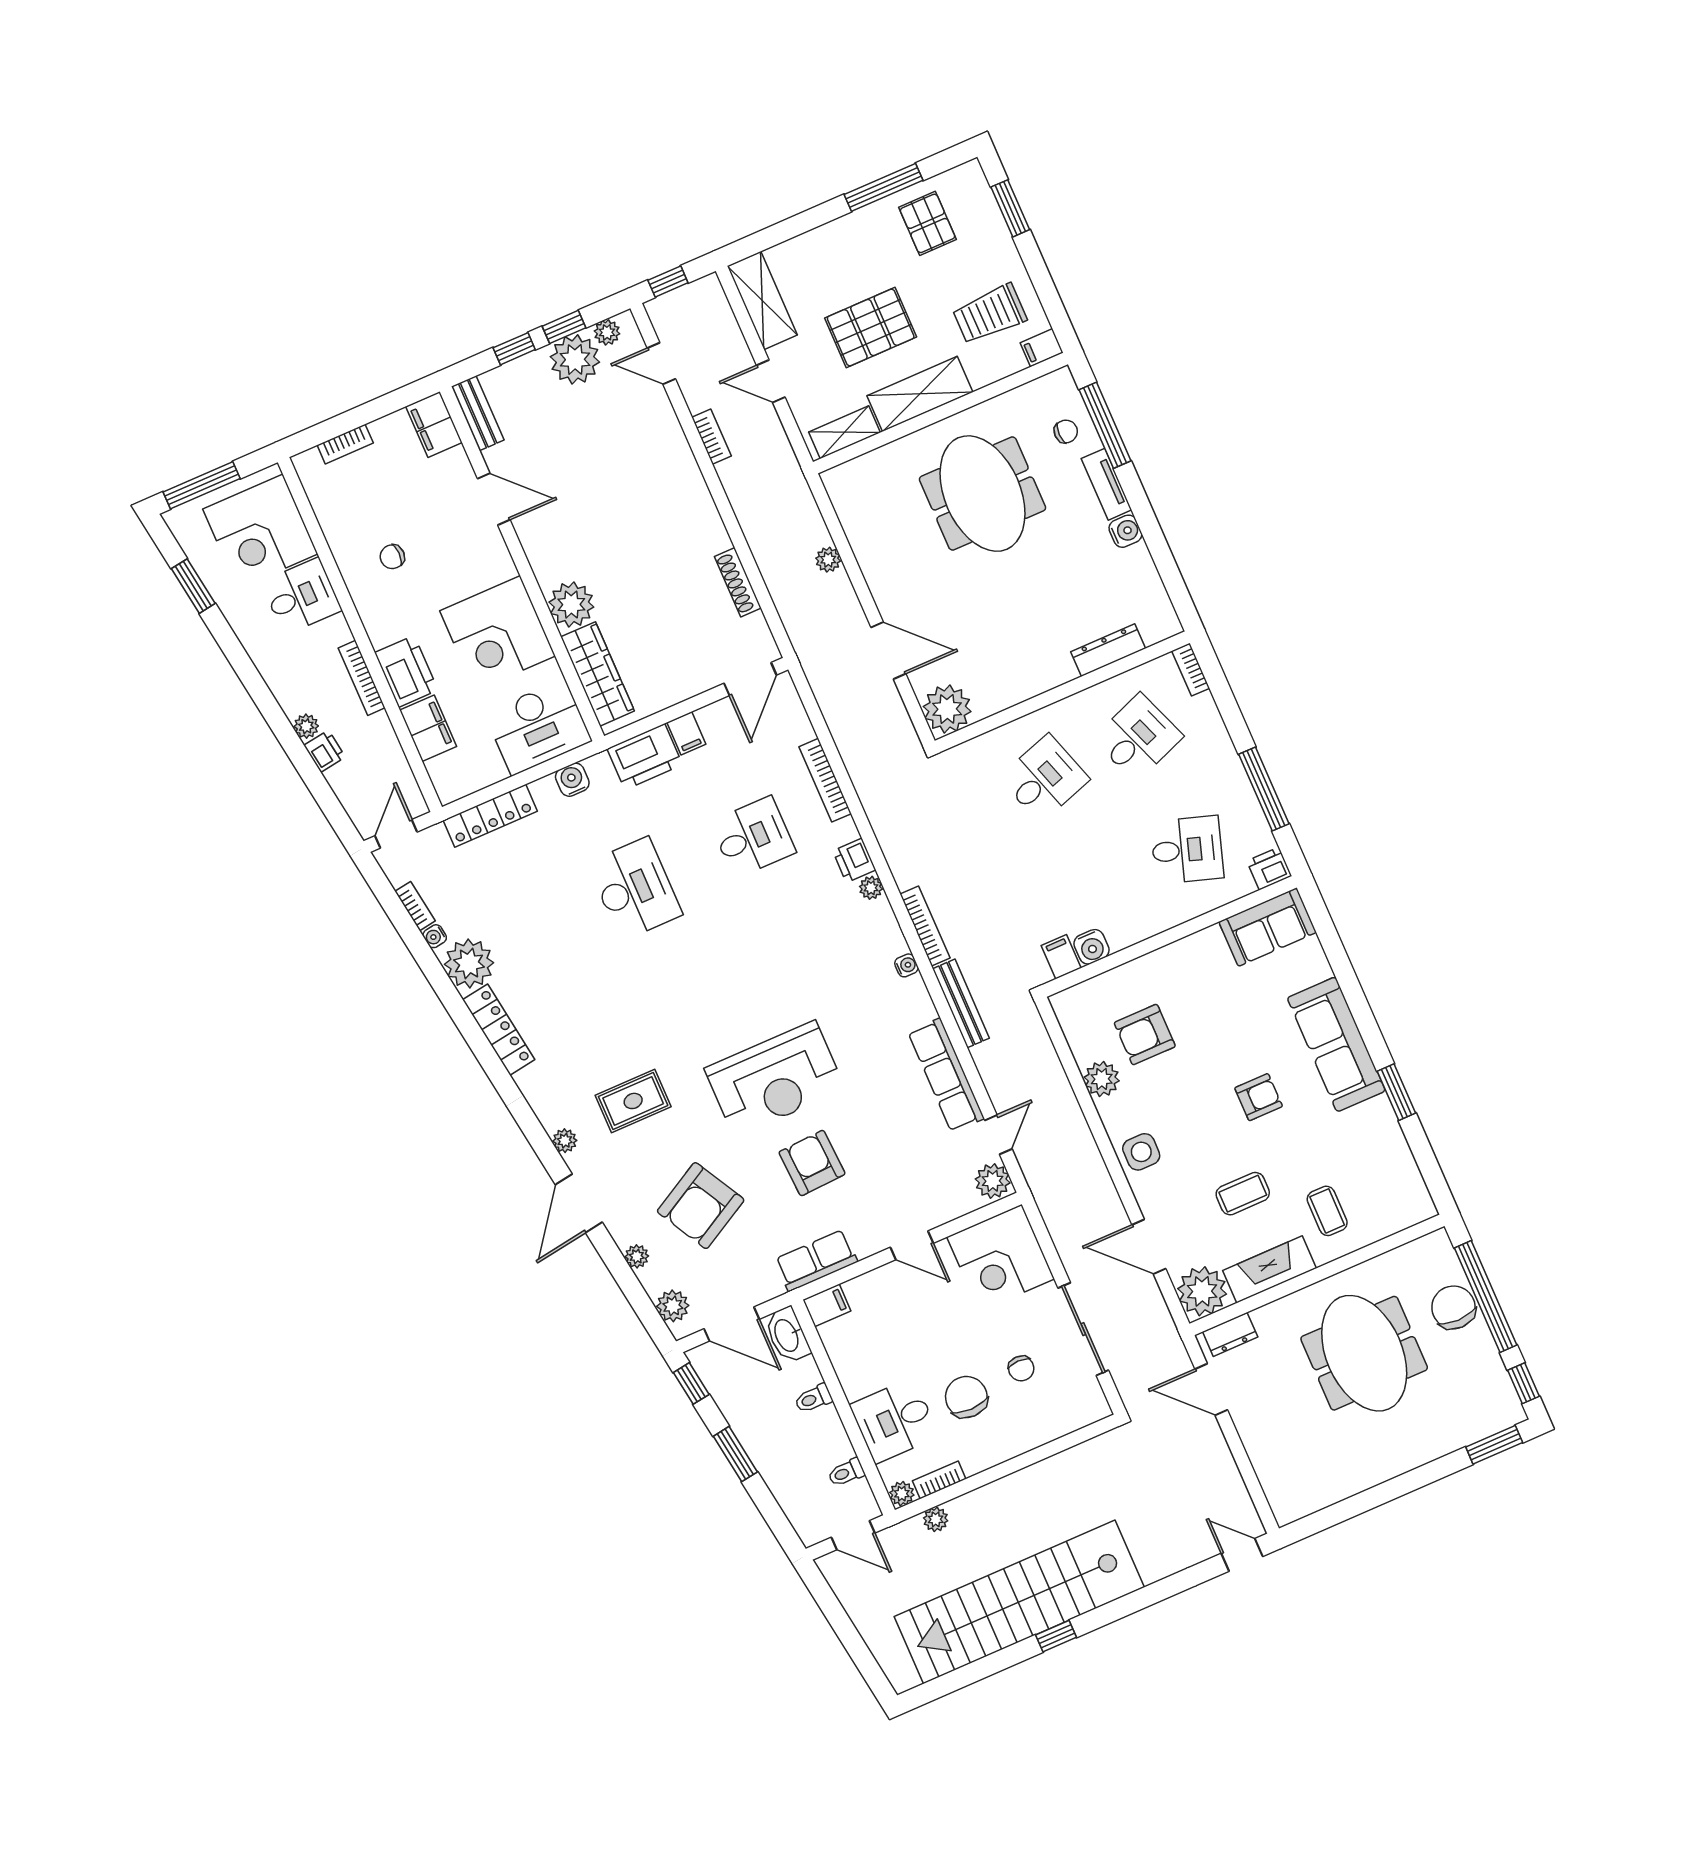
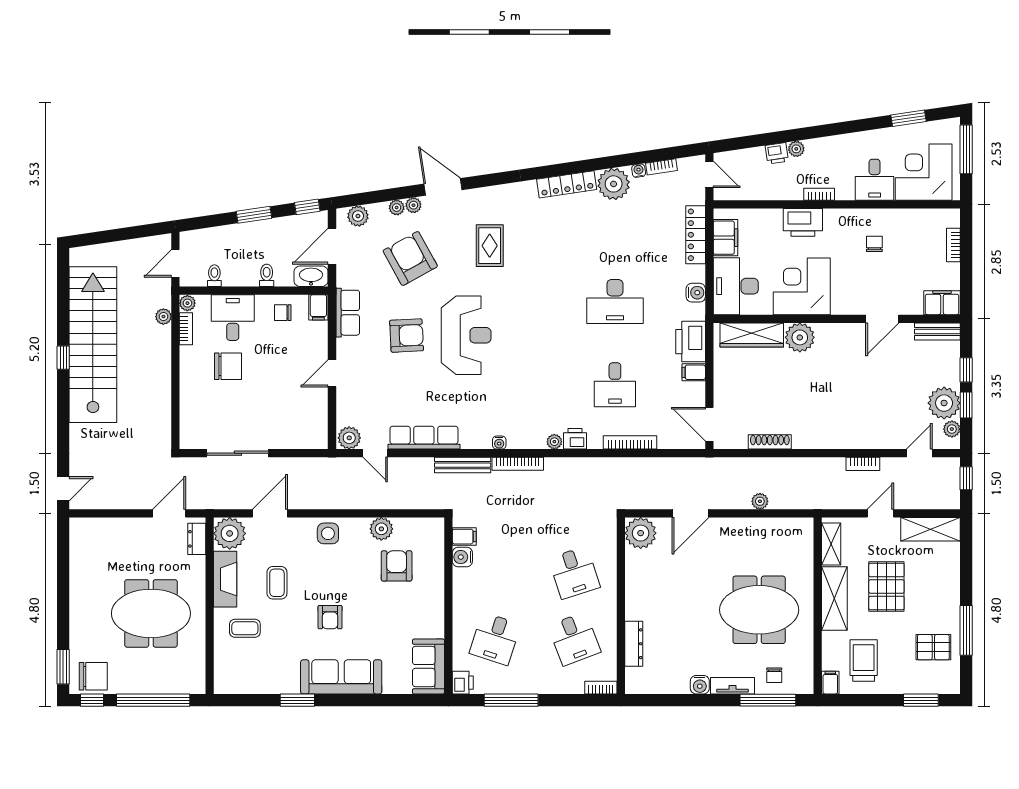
bookcase: (362, 678) -> (819, 194), width x0.64
filing cabinet: (428, 728) -> (725, 238), moved, turned -90
reception desk: (775, 1079) -> (466, 335), turned 180
plant: (565, 1141) -> (413, 205), moved
corner desk: (1001, 1258) -> (301, 423), removed
chair: (1453, 1307) -> (93, 676), moved
chair: (1021, 1368) -> (283, 313), moved

